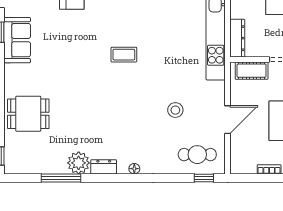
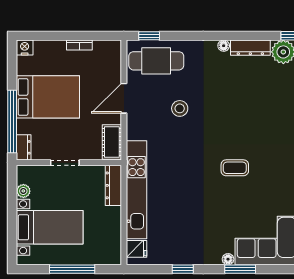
cot: (252, 71) -> (112, 142), moved, turned 90
cafe table: (197, 155) -> (156, 61), width x1.37, depth x1.35
dresser: (104, 167) -> (250, 48), width x1.44

